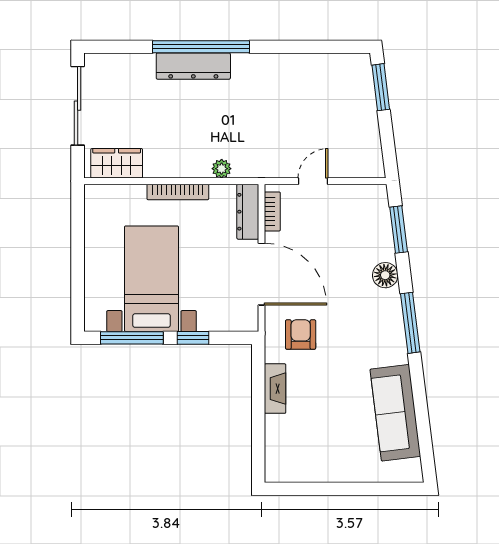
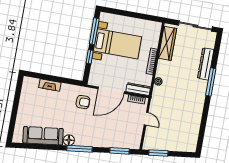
window: (201, 47) -> (211, 82), width x0.68
dresser: (193, 66) -> (206, 64), moved
window: (381, 87) -> (158, 153), moved
wardrobe: (117, 163) -> (167, 43), width x1.50
floor lamp: (385, 275) -> (69, 140), moved
fireplace: (275, 389) -> (50, 85), moved

